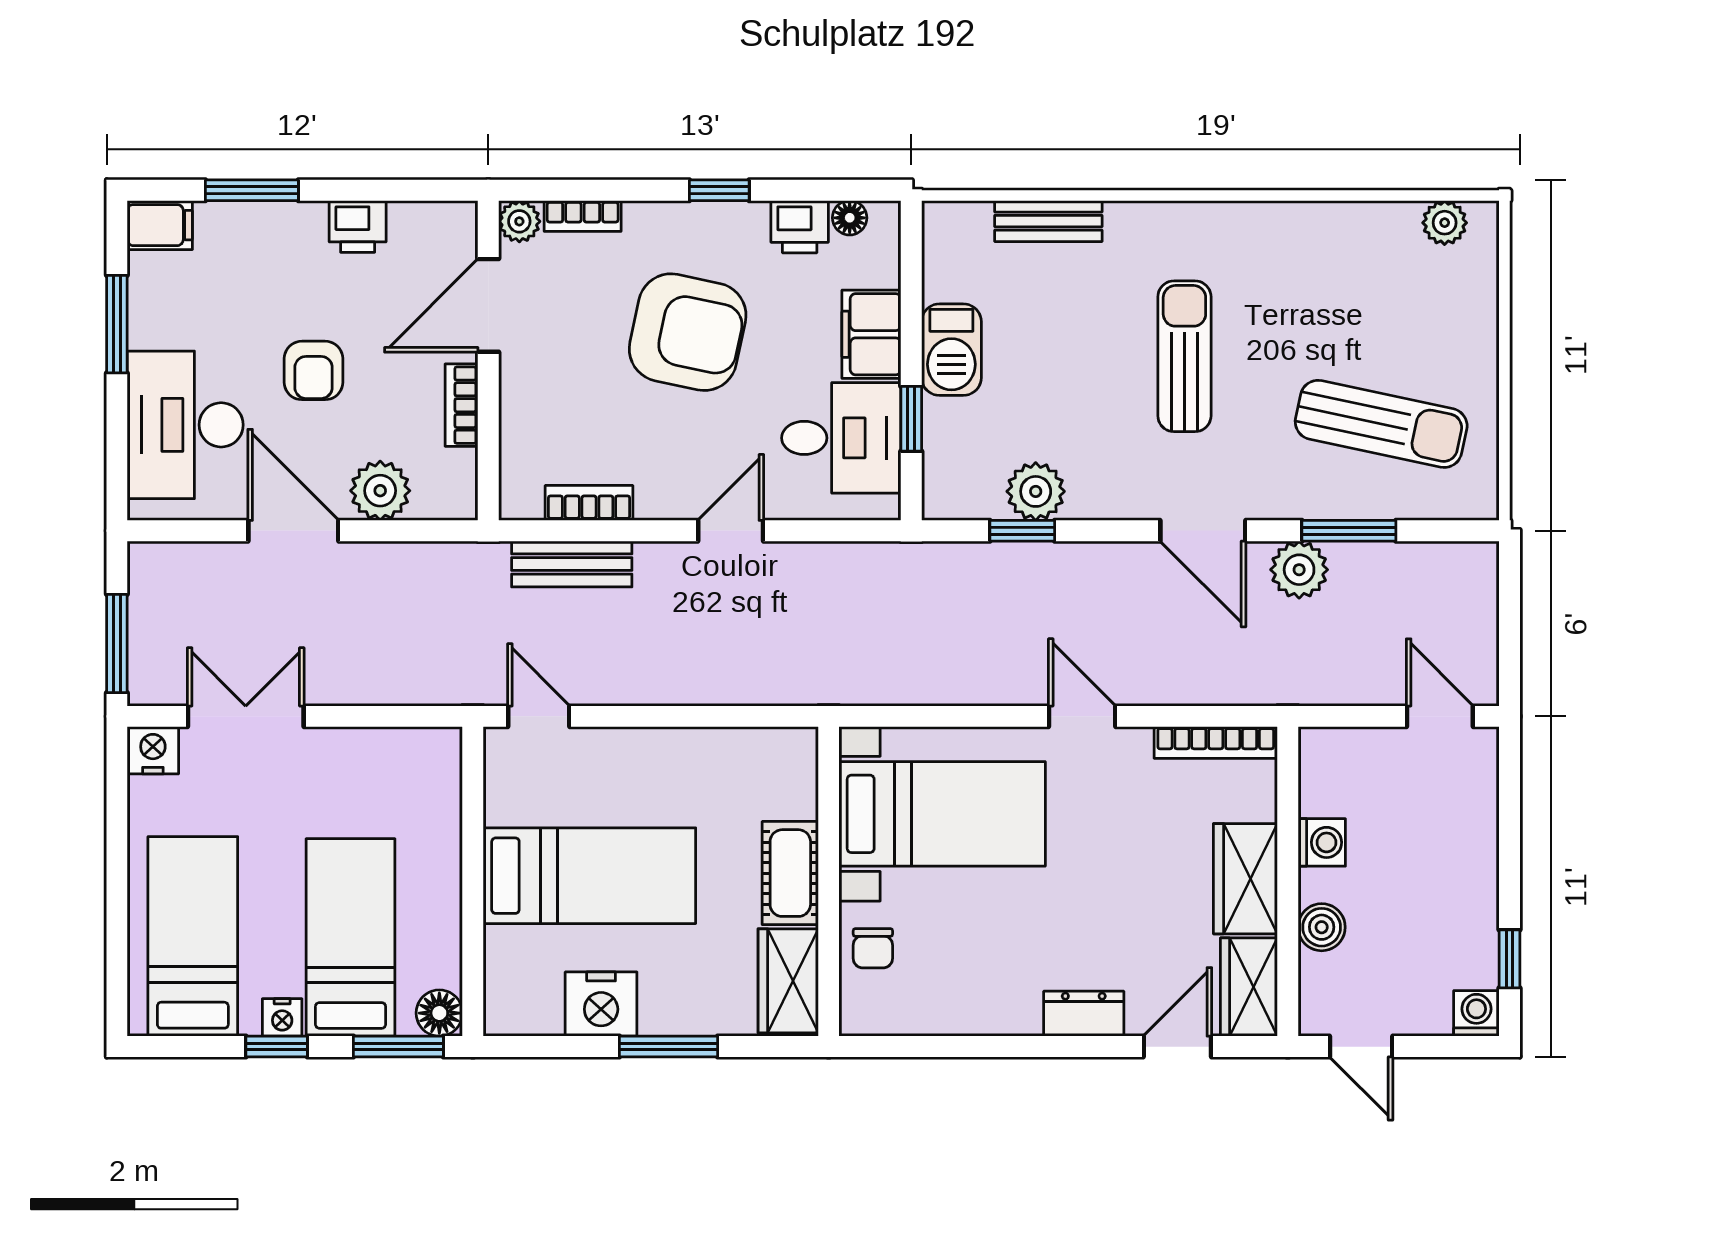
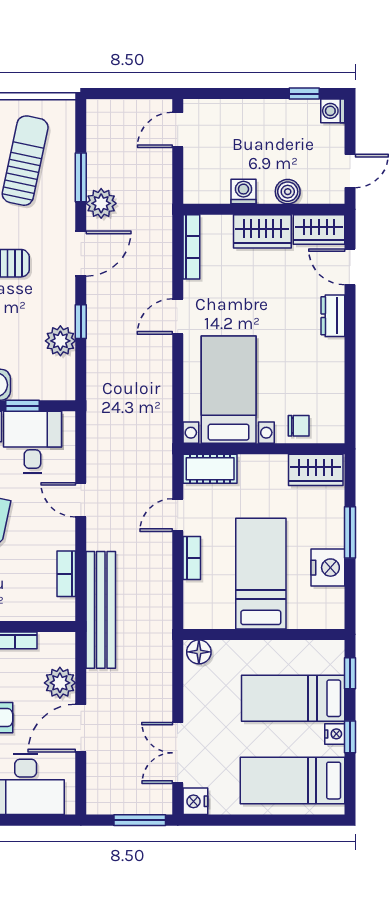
window: (1022, 531) -> (81, 322), moved
bench: (572, 564) -> (101, 610), width x1.86, depth x1.21
door: (539, 716) -> (178, 515), moved
bookcase: (619, 743) -> (192, 558), added
cot: (790, 873) -> (210, 469), moved
floor lamp: (439, 1013) -> (199, 652), moved
window: (398, 1047) -> (350, 673), width x0.67

